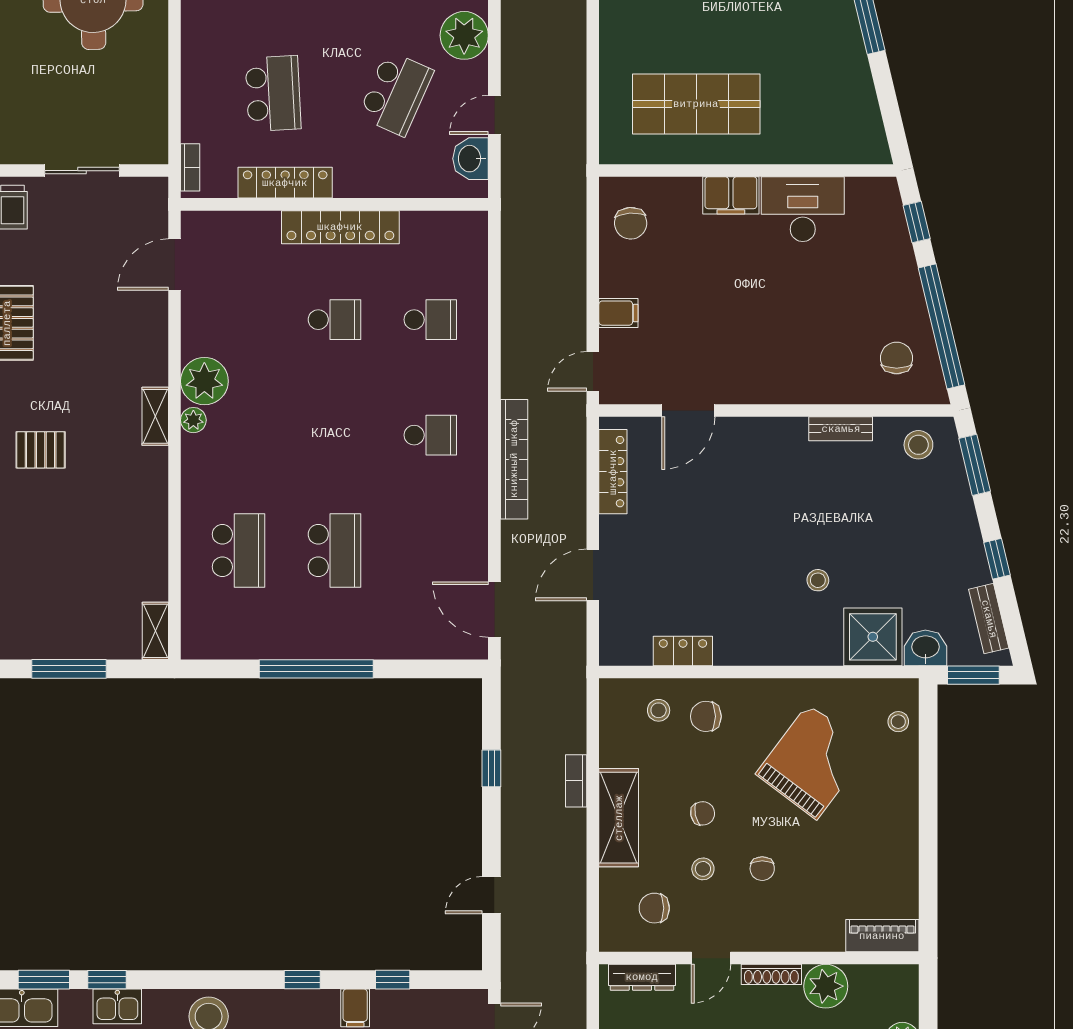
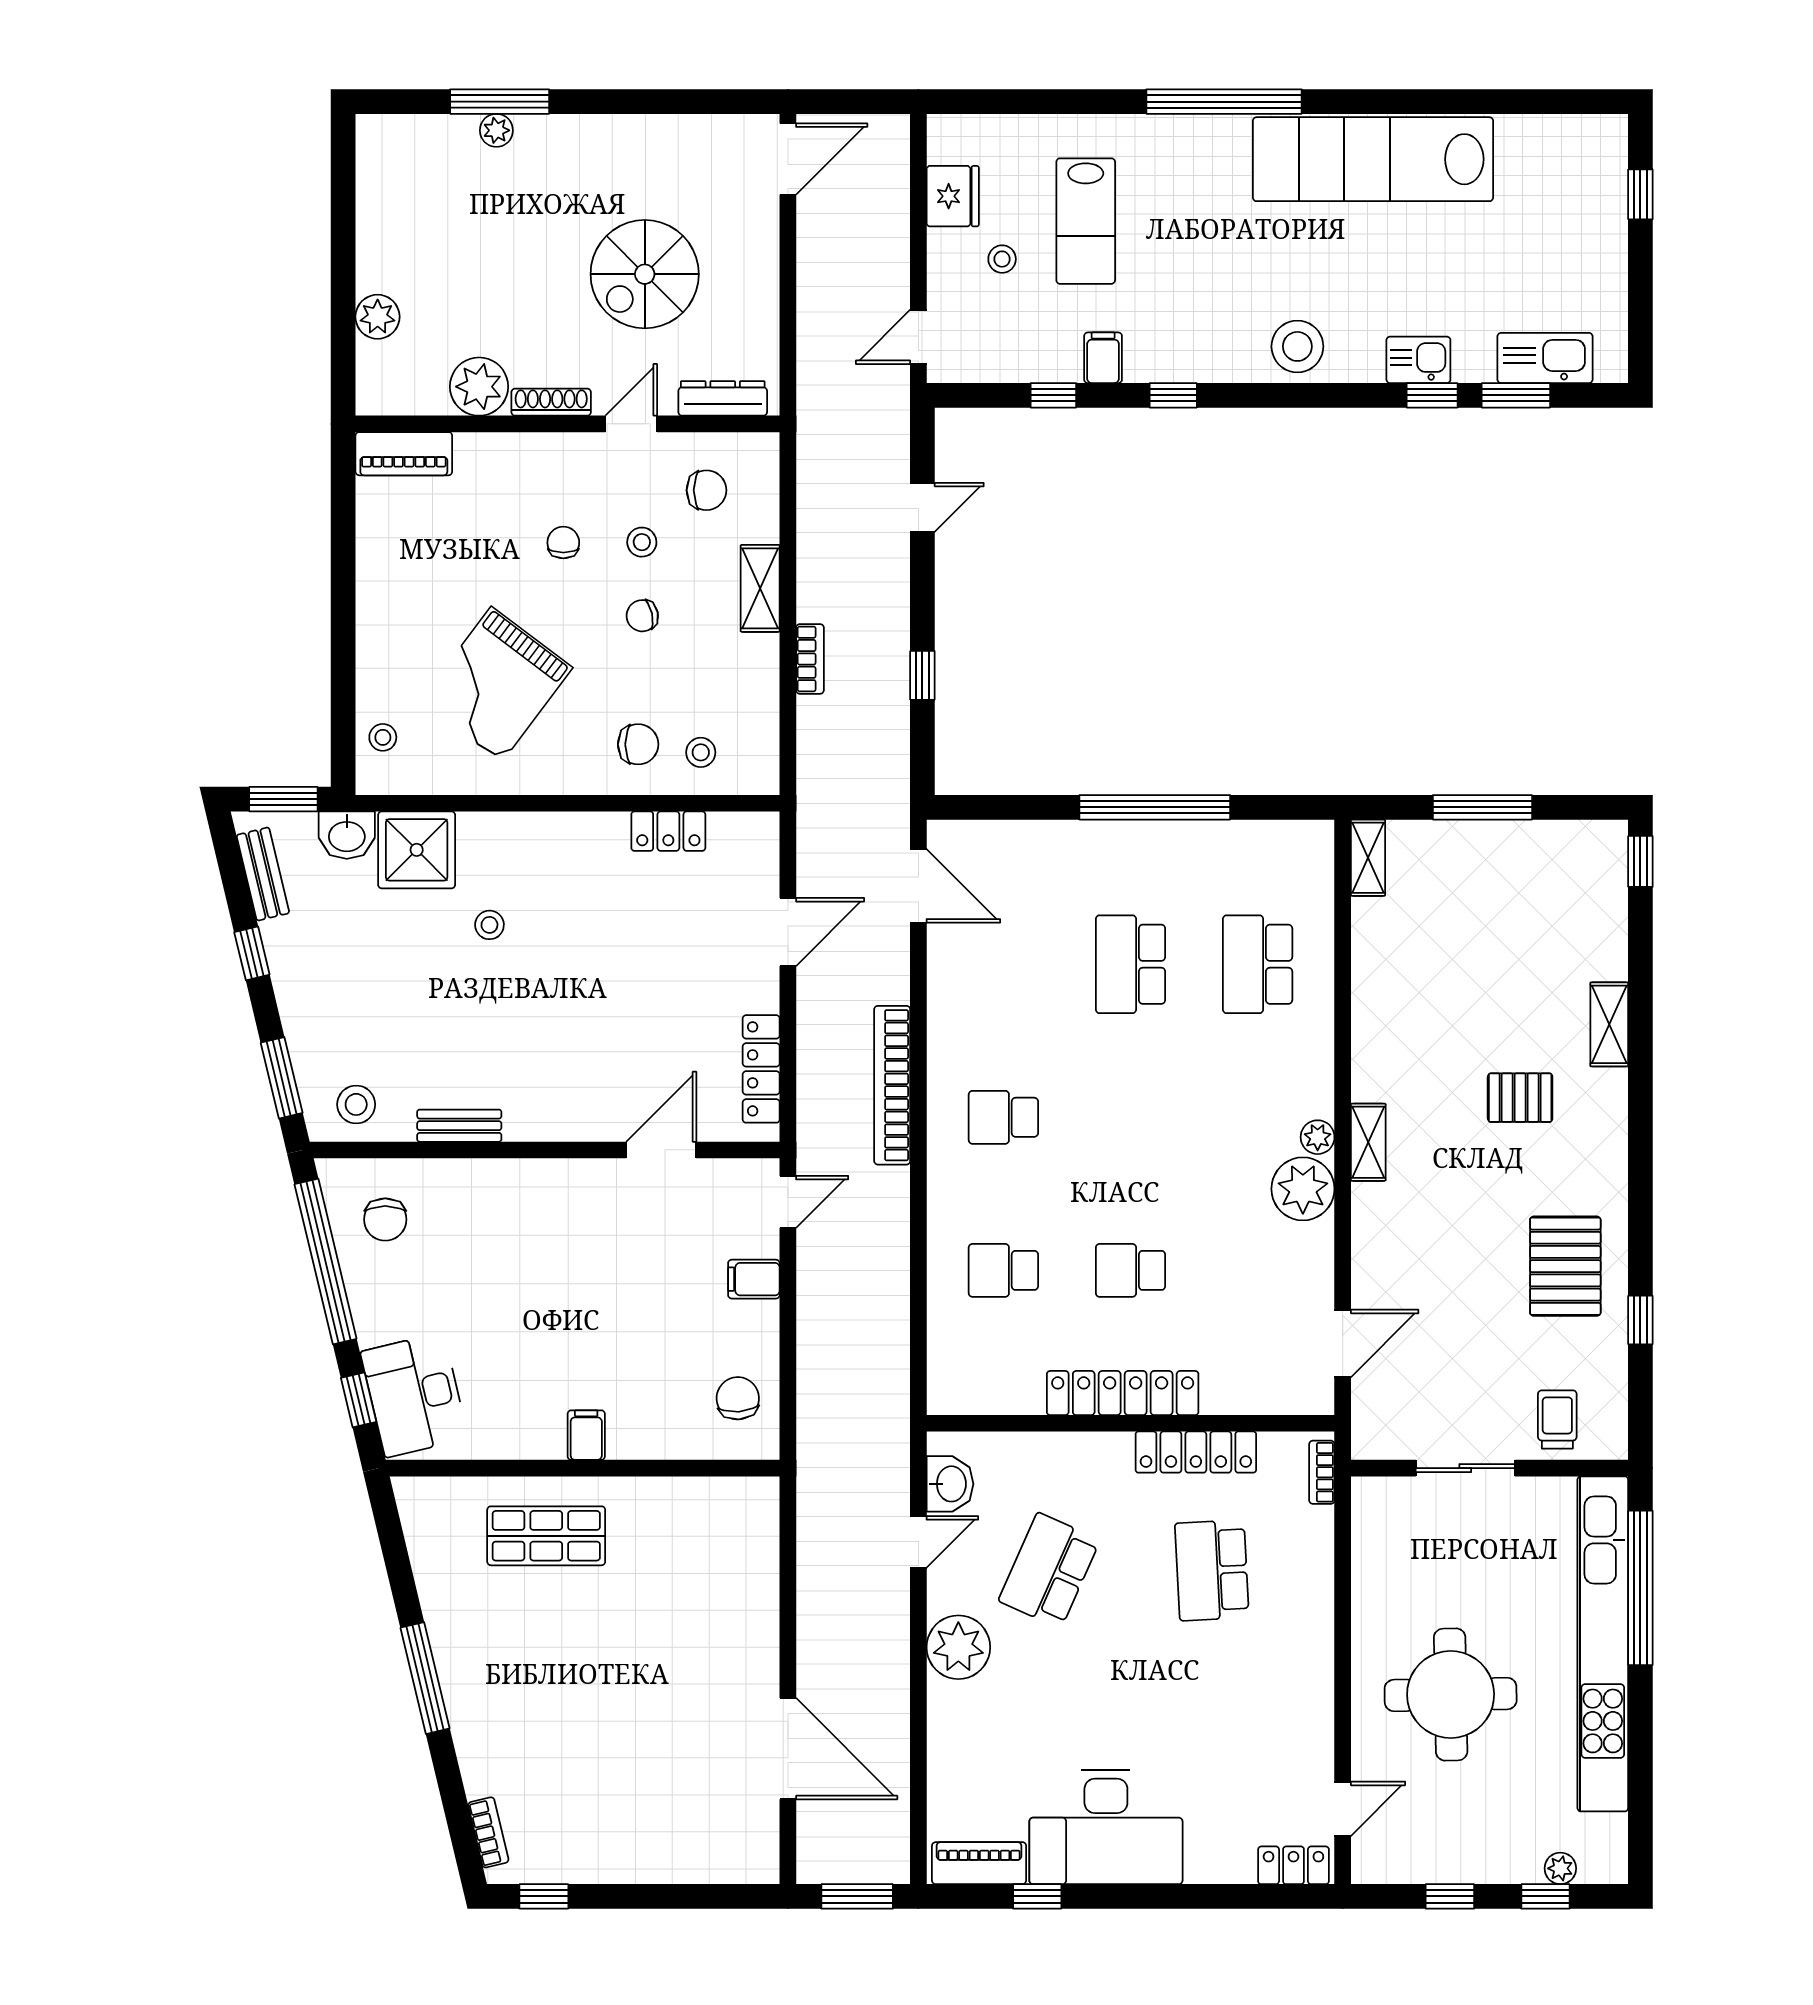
shop shelf: (696, 104) -> (546, 1536), moved, width x0.70, depth x0.74
filing cabinet: (731, 195) -> (586, 1435), width x0.50
desk: (803, 209) -> (414, 1395), moved, turned 77
shelving: (619, 818) -> (760, 588), width x0.67, depth x0.75

